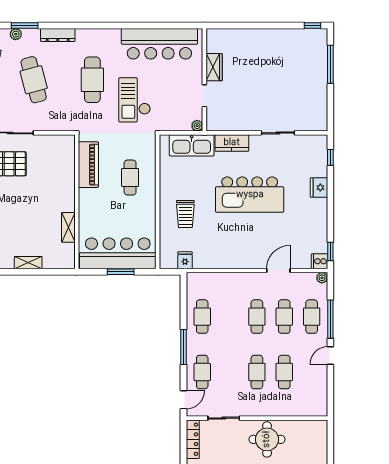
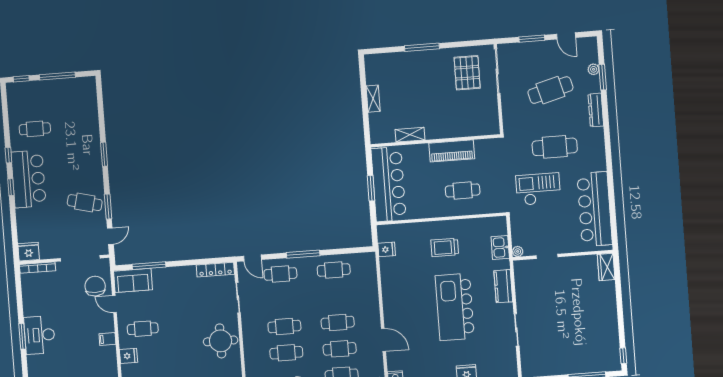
wardrobe: (214, 67) -> (606, 267), moved, turned 90
kitchen sink: (192, 145) -> (500, 247), width x0.53, depth x0.81
piano: (88, 165) -> (452, 151), moved
trolley: (185, 214) -> (445, 247), moved

